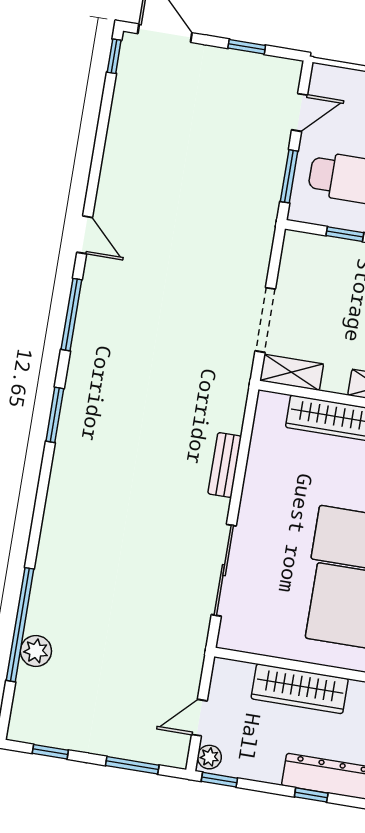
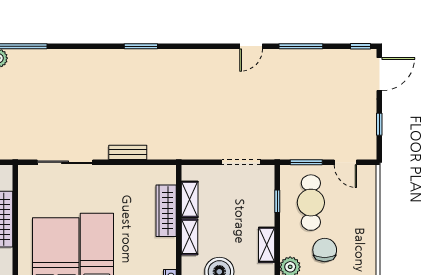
window: (71, 315) -> (301, 46), moved
doorway: (265, 320) -> (241, 162), moved
shelving: (292, 372) -> (190, 199), moved

